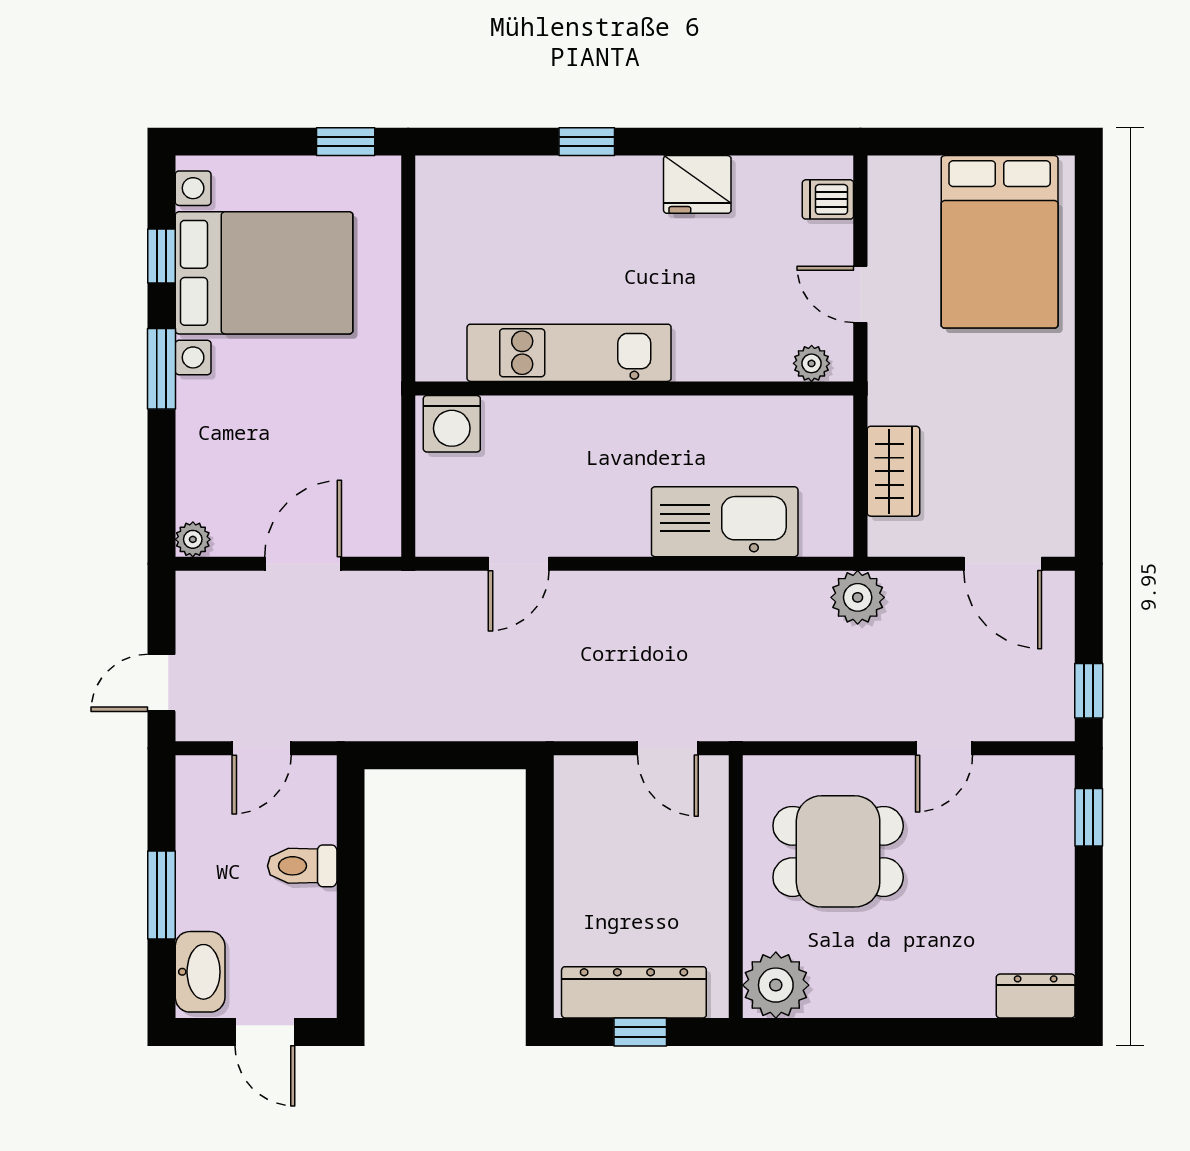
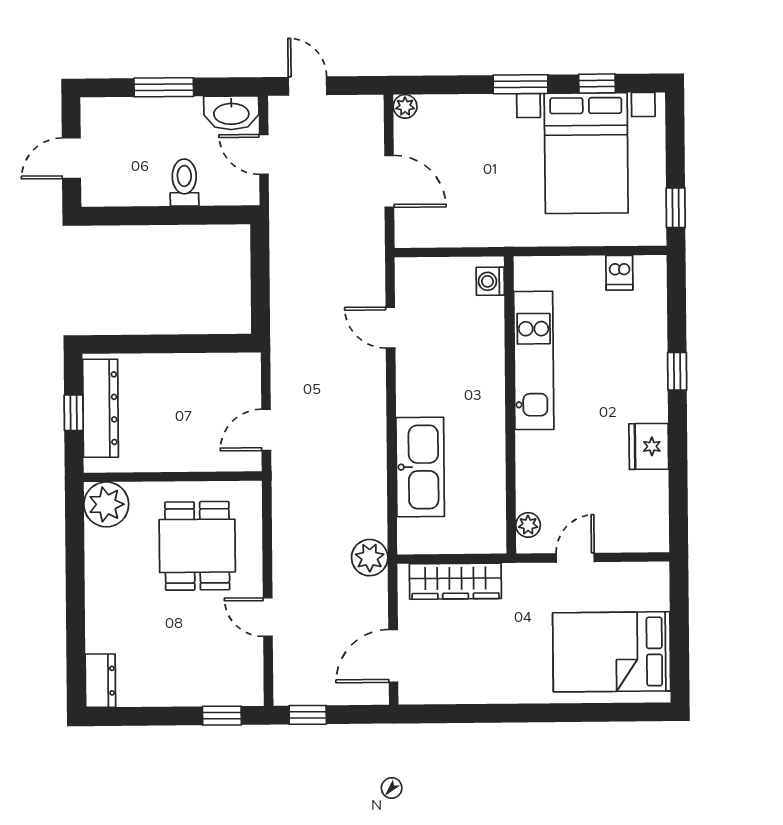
dishwasher: (828, 199) -> (619, 273), moved, turned 180
washing machine: (452, 424) -> (490, 281), width x0.73, depth x0.73
wardrobe: (893, 471) -> (455, 581), width x1.50
washbasin: (200, 972) -> (231, 113), moved

